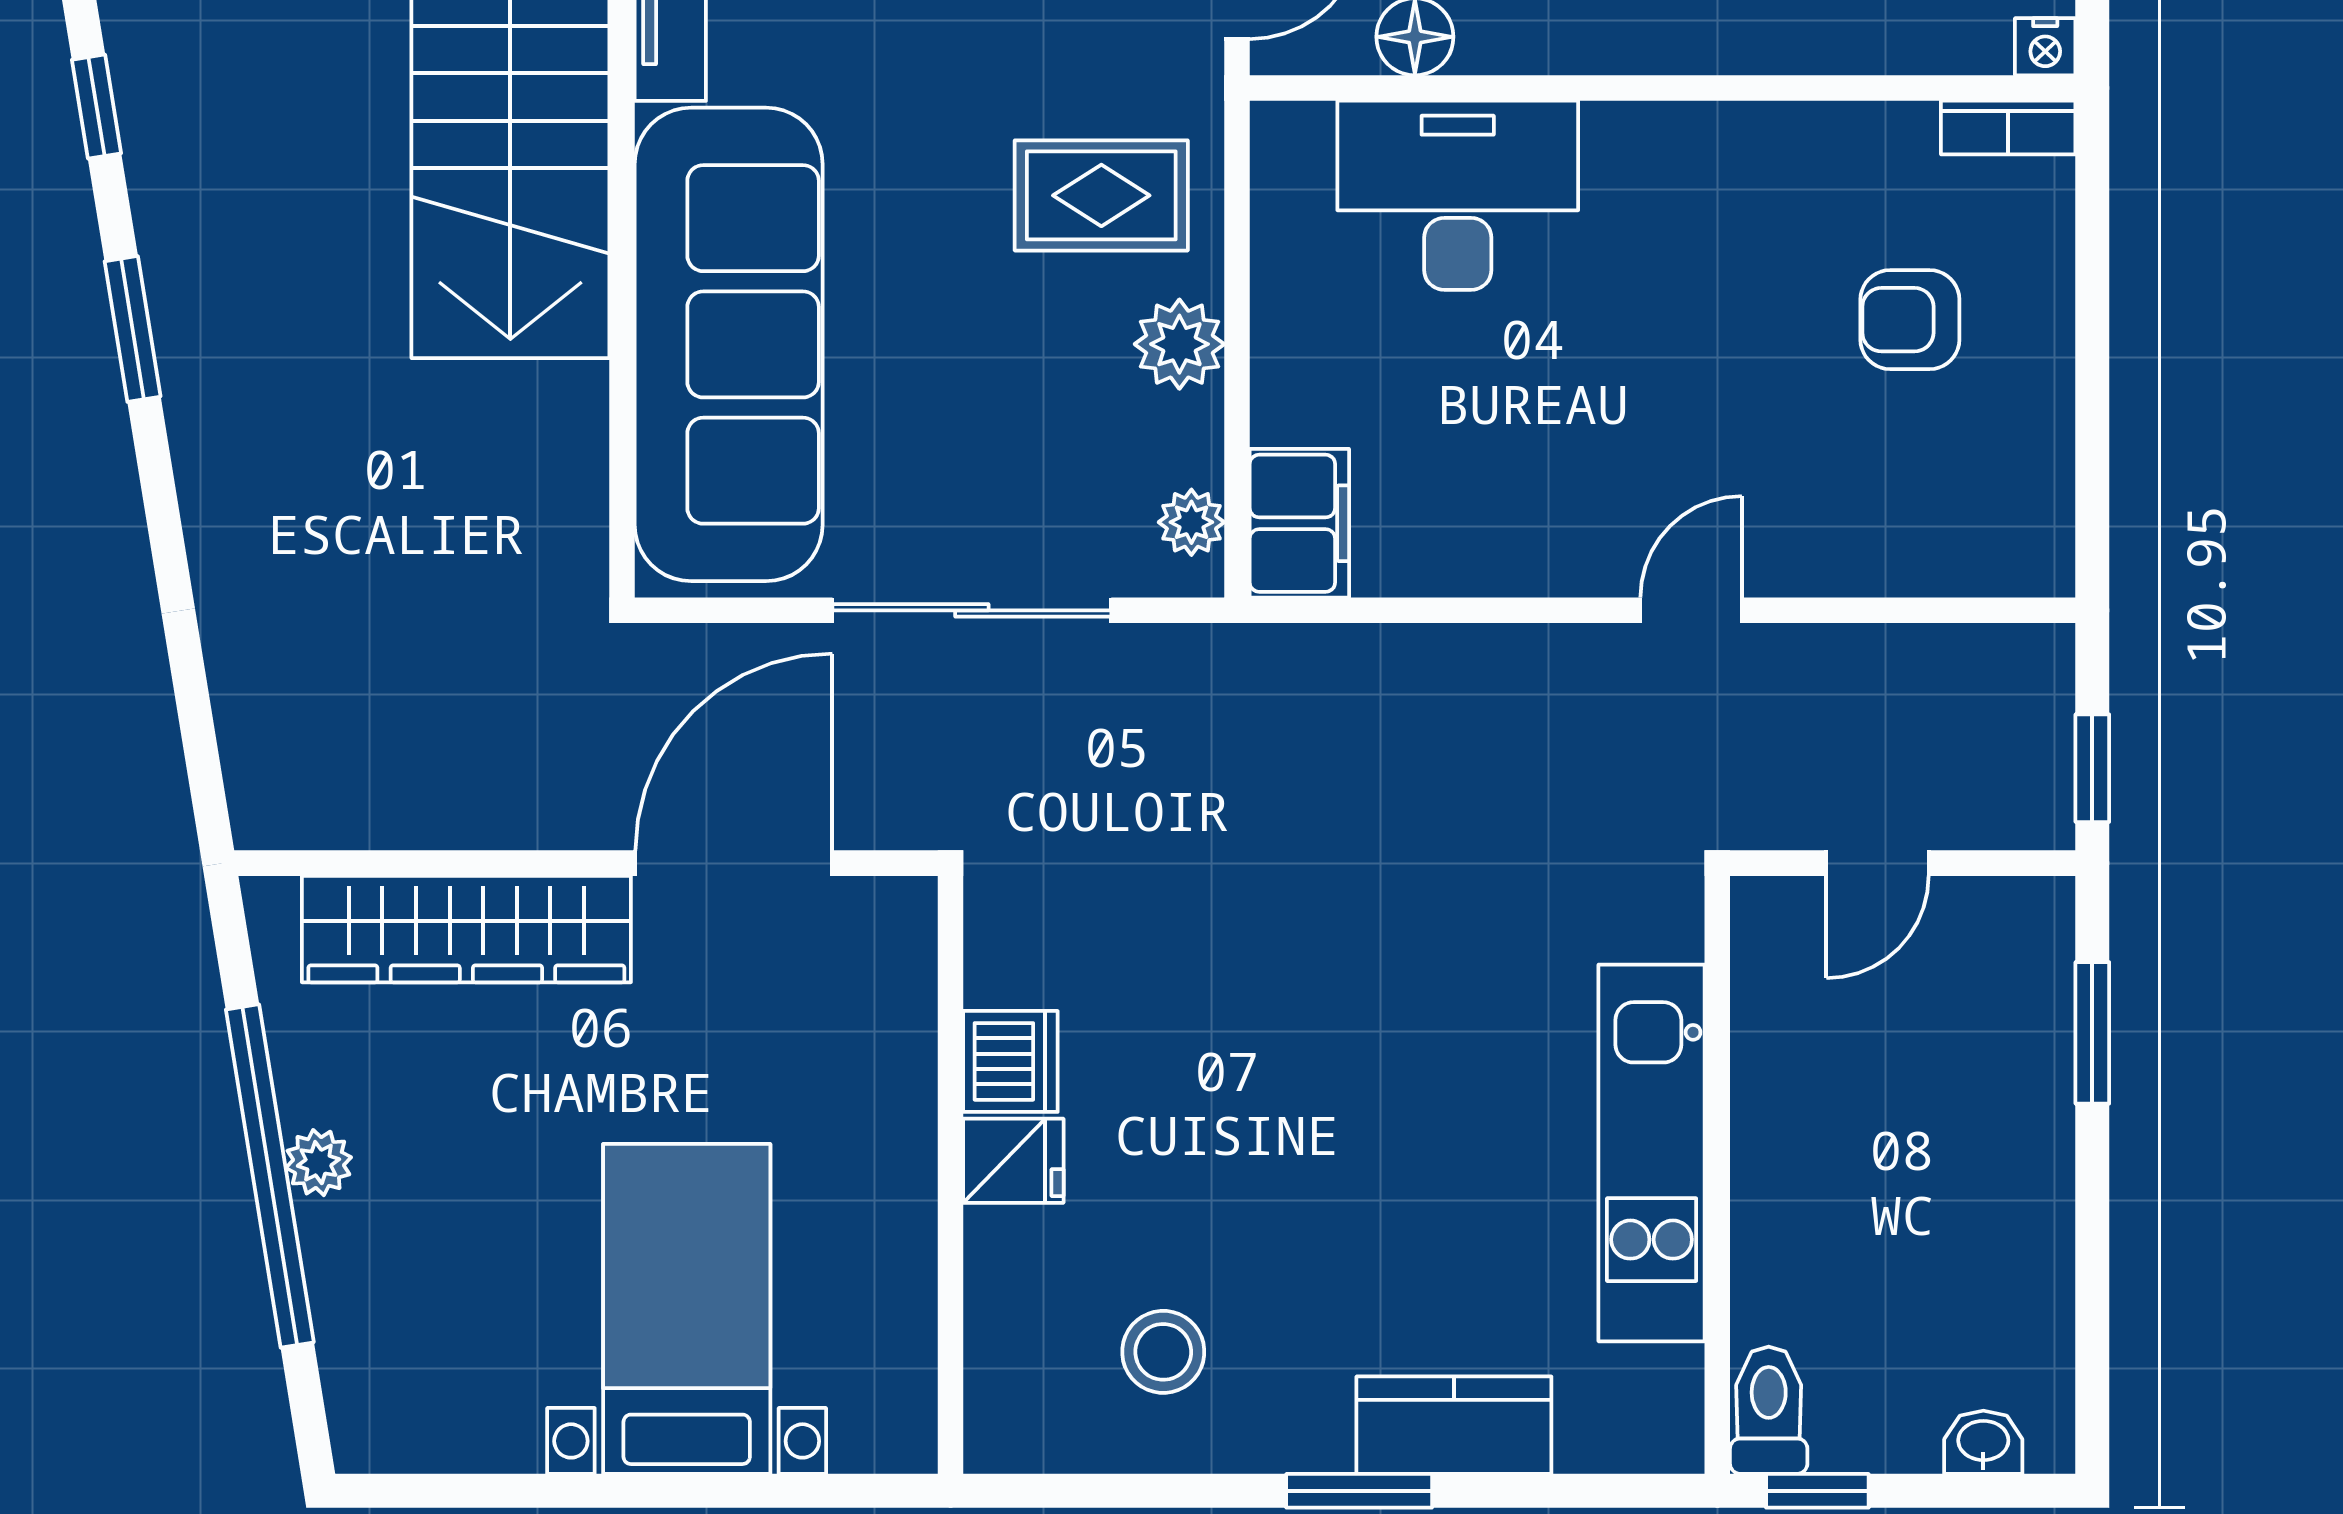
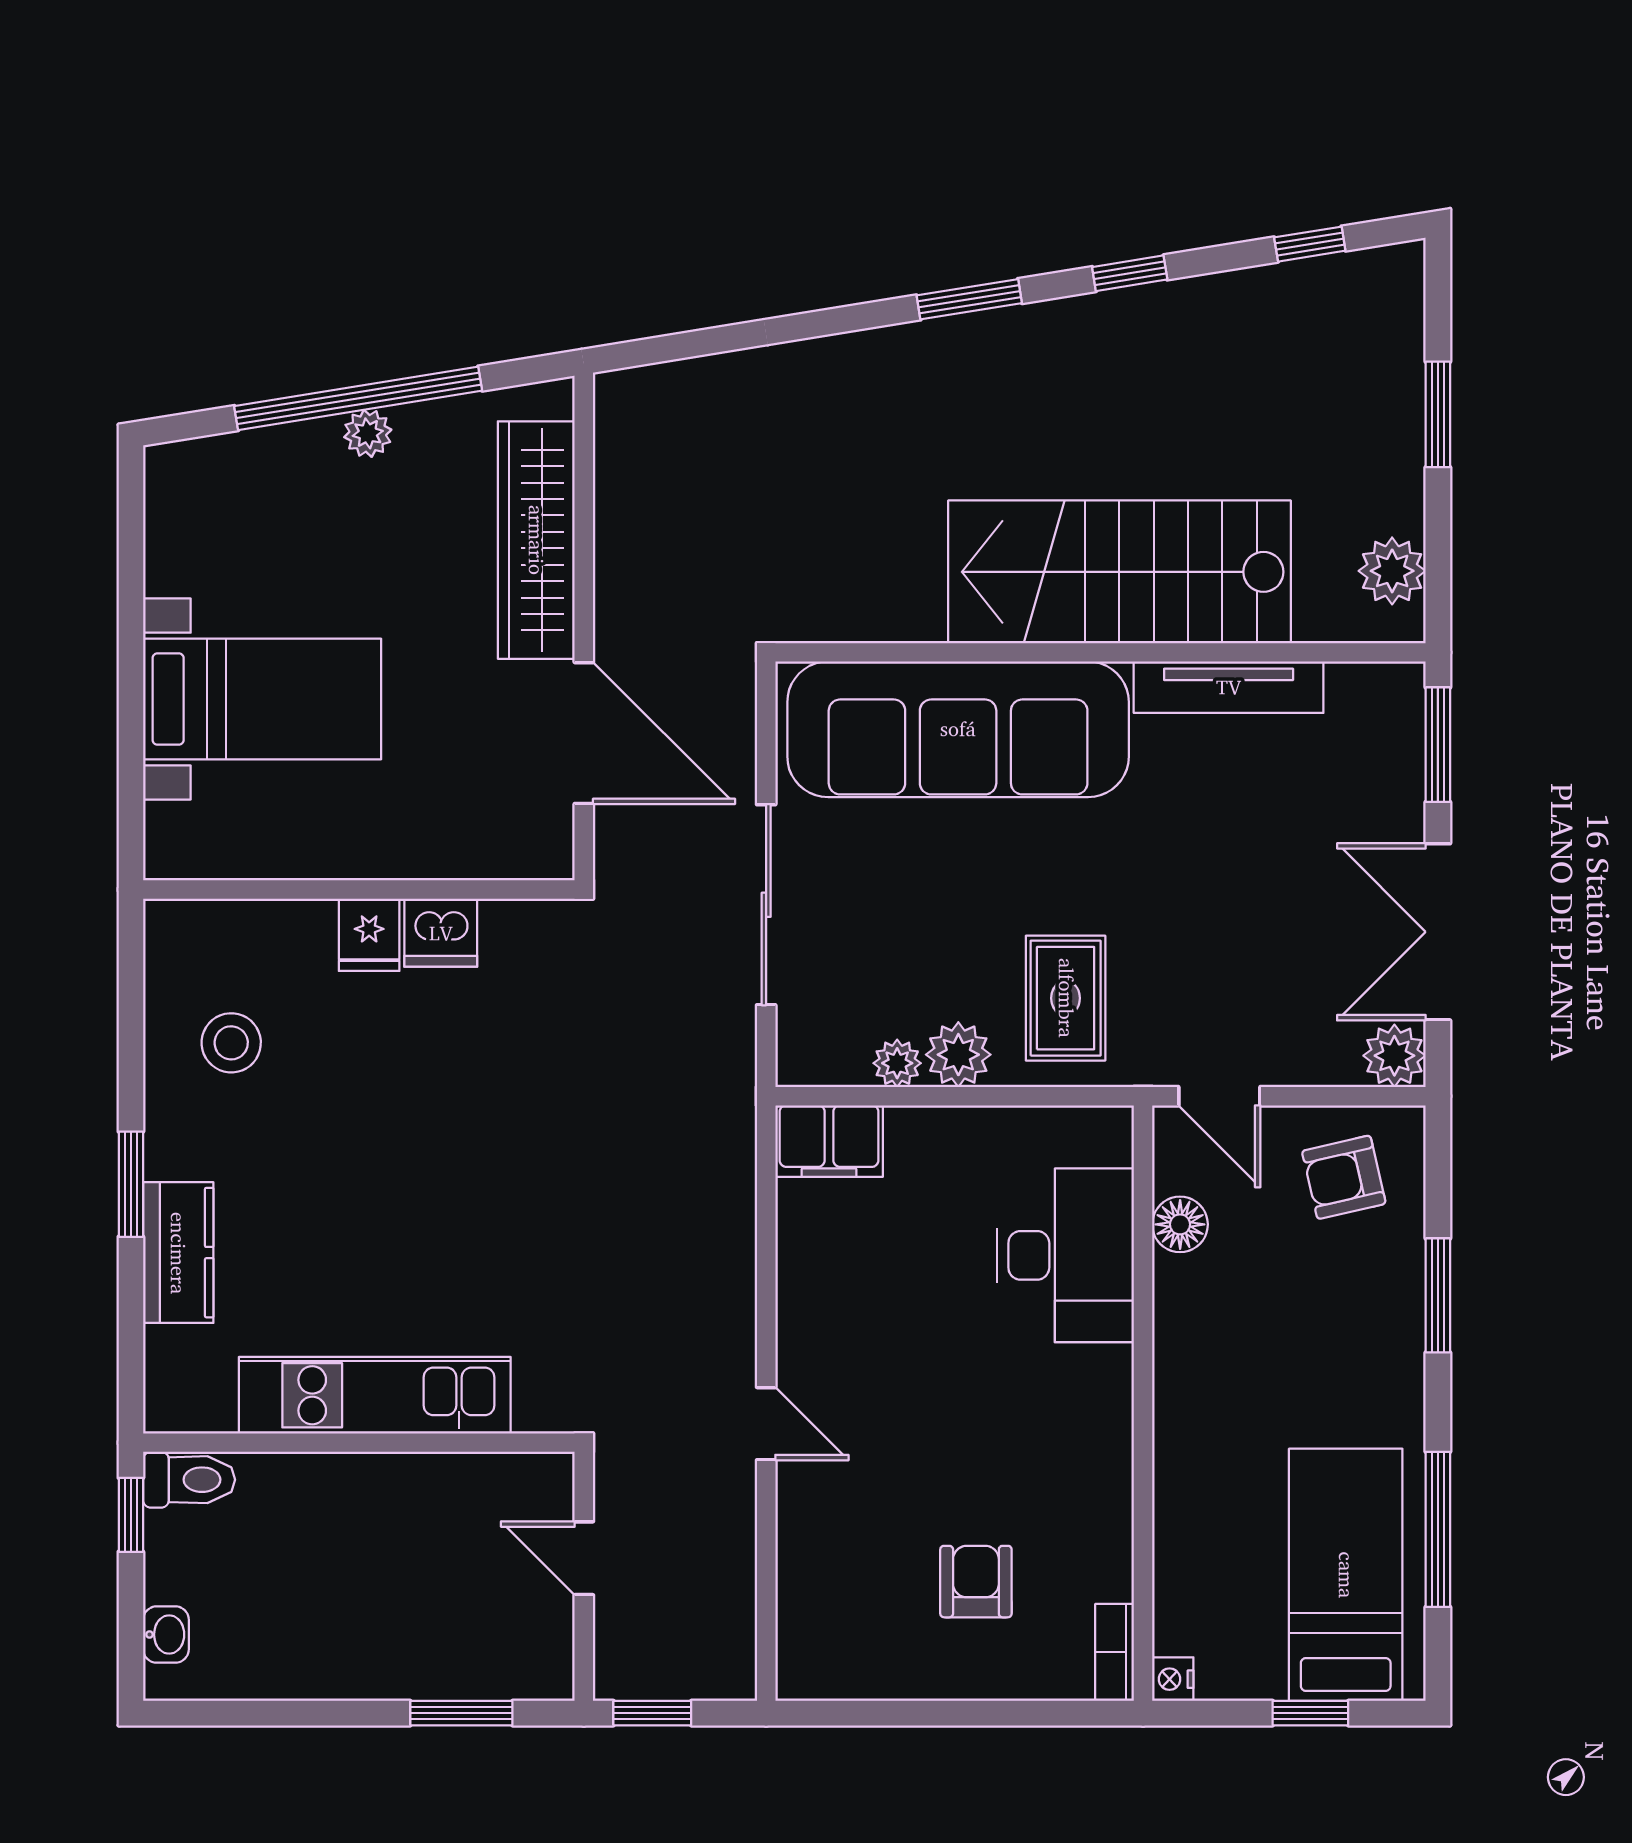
plant: (1191, 522) -> (897, 1063), moved

